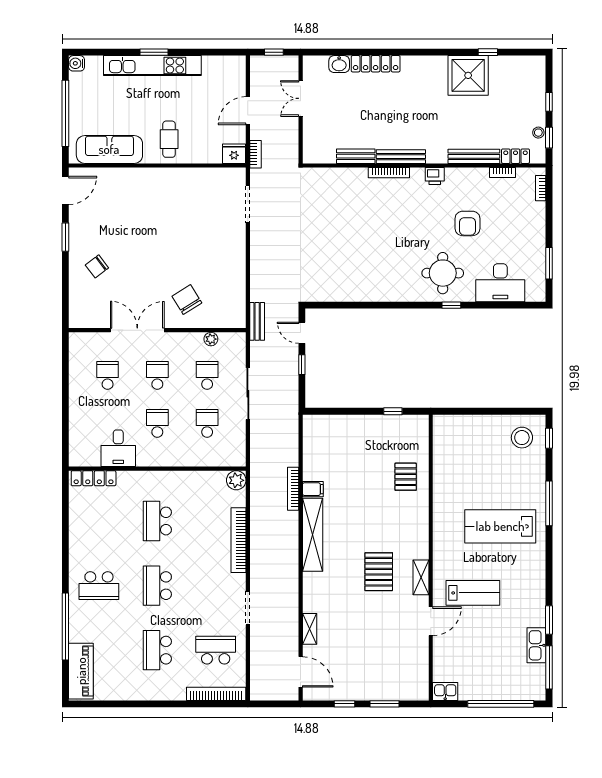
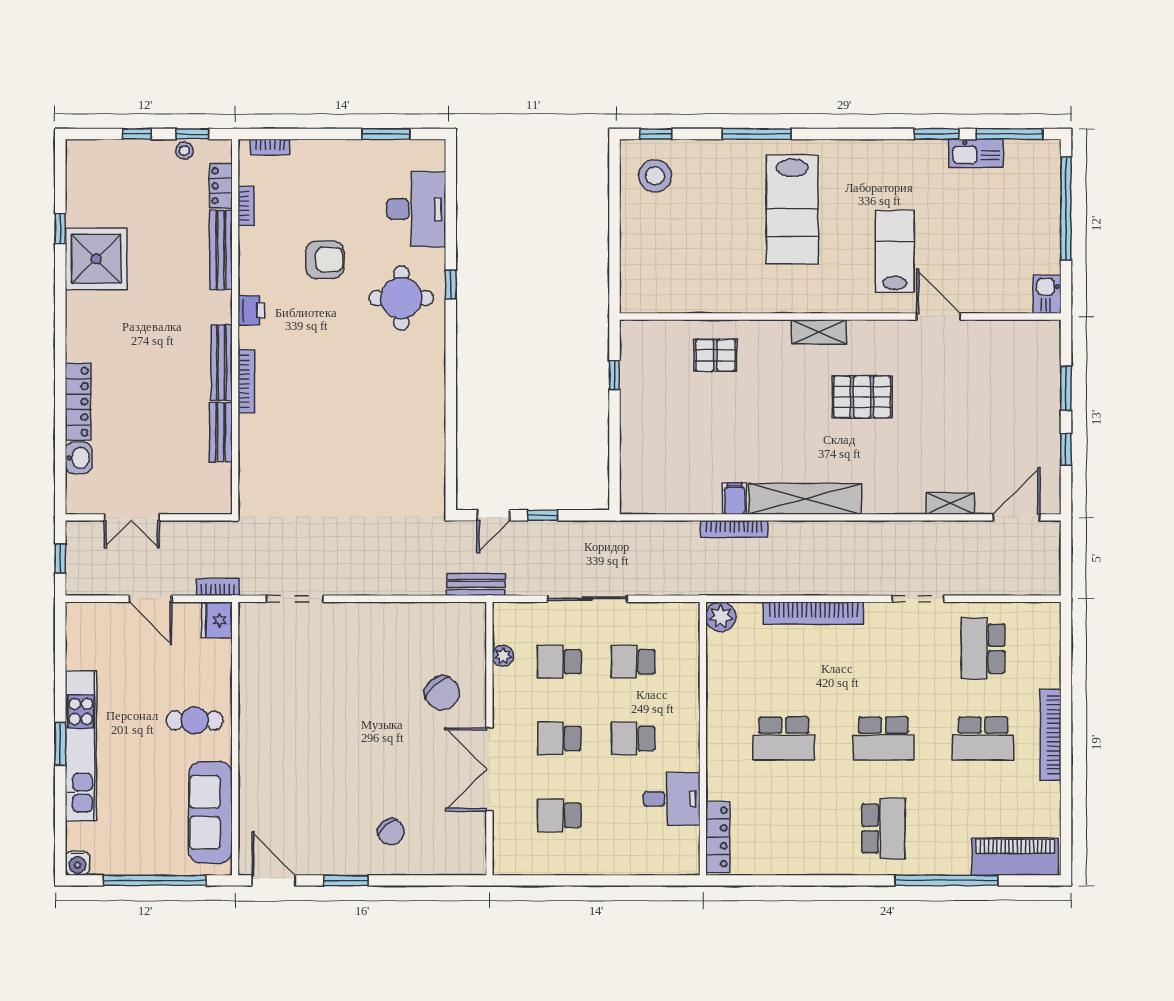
chair: (187, 300) -> (442, 693), turned -100
shelving: (421, 577) -> (819, 332), moved
bookcase: (216, 694) -> (1051, 735), moved

